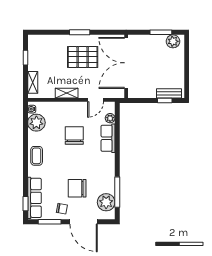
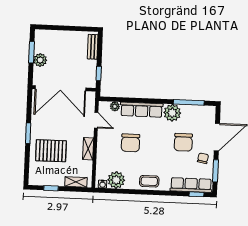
plant: (173, 41) -> (40, 60), moved
pallet: (83, 57) -> (51, 151), moved, turned 90
window: (165, 101) -> (99, 73), moved
chair: (74, 135) -> (131, 143), turned -90
row of seats: (108, 138) -> (142, 110), width x1.48
plant: (106, 202) -> (172, 113), moved

